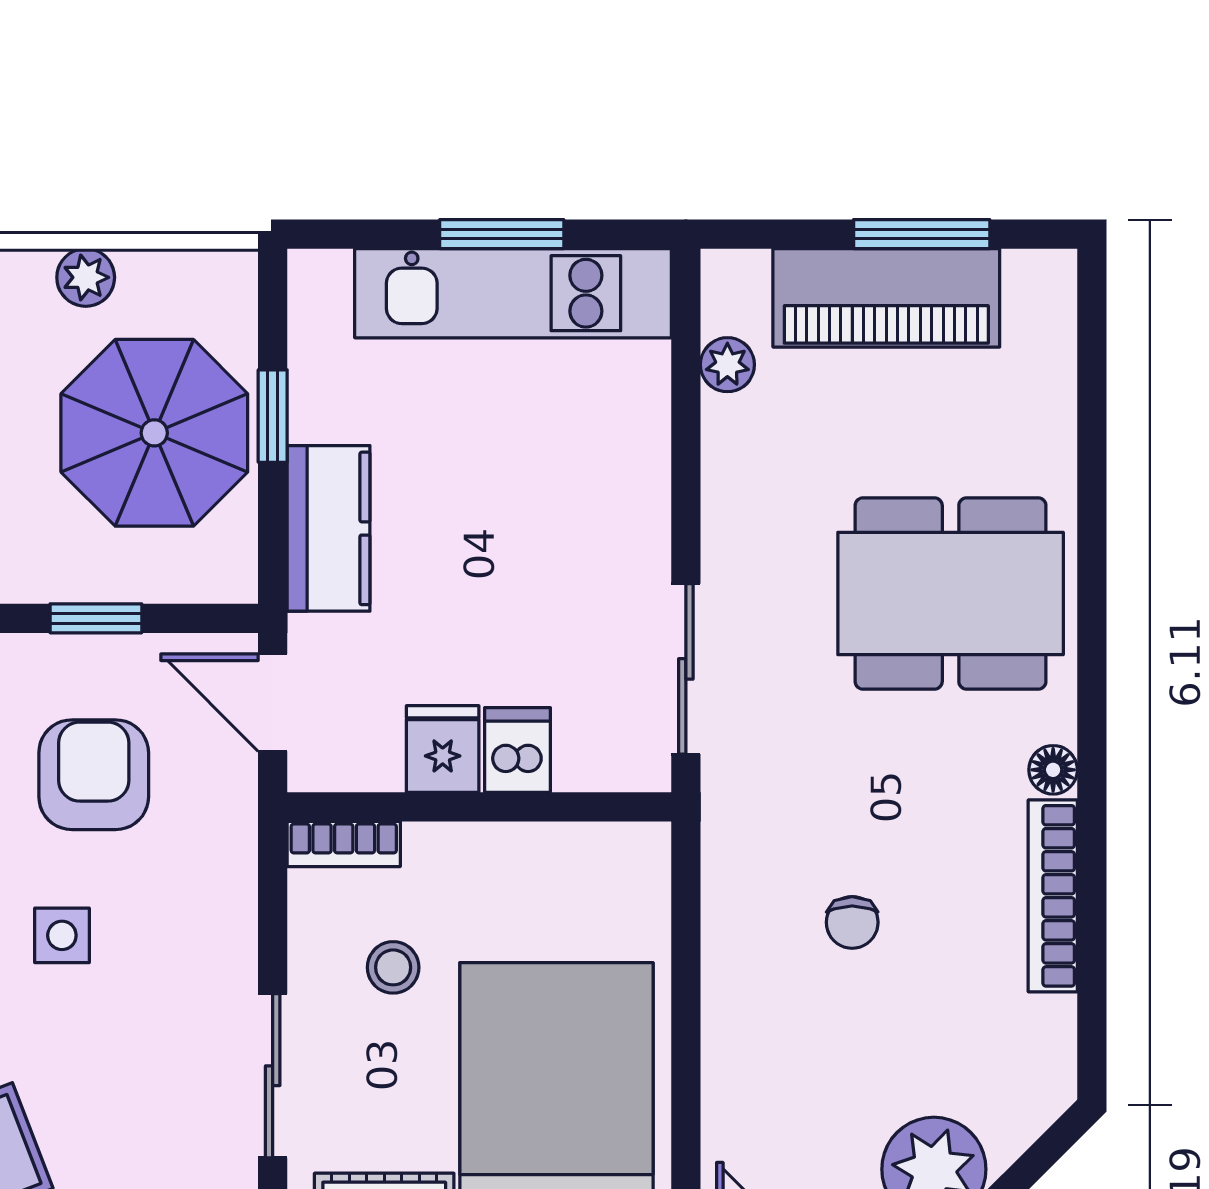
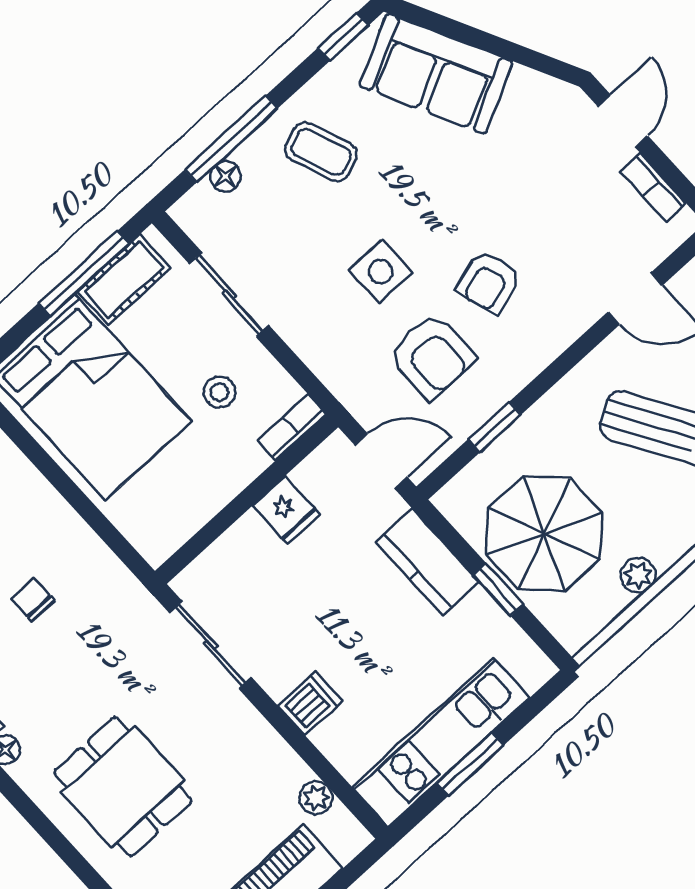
dining table: (951, 593) -> (123, 787), width x0.73
dishwasher: (518, 750) -> (310, 703), moved, turned -90
side table: (62, 935) -> (380, 271), width x1.37, depth x1.37

